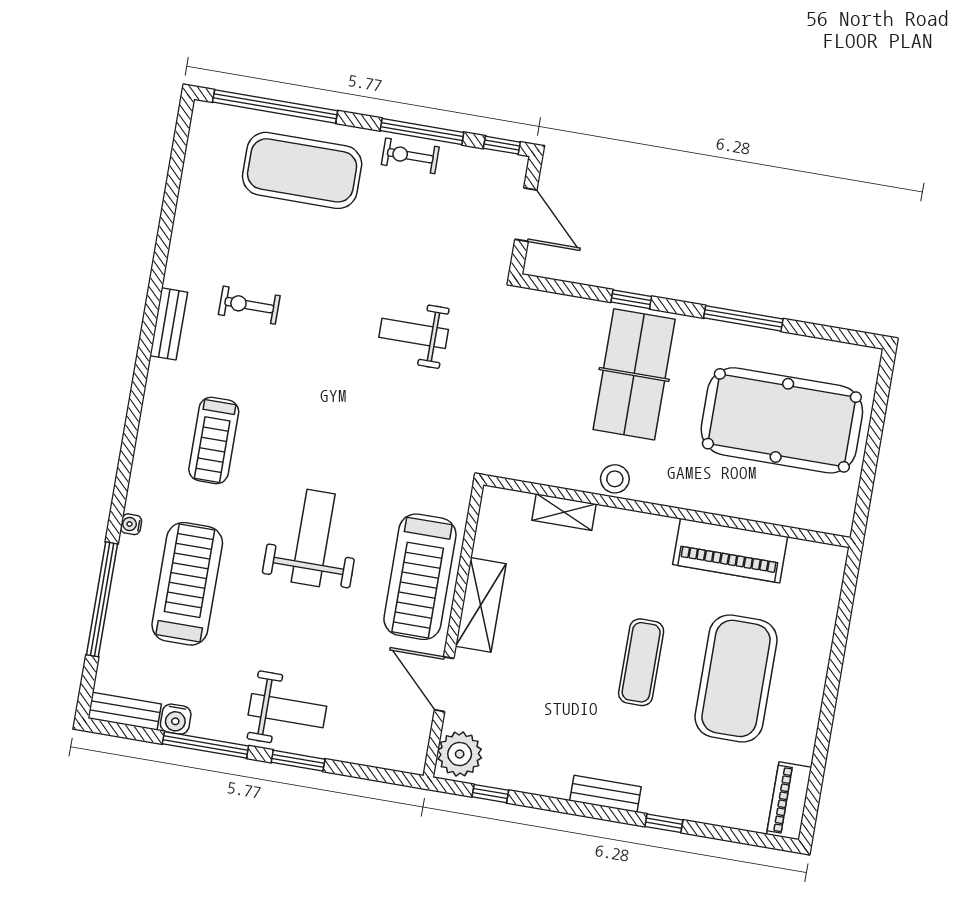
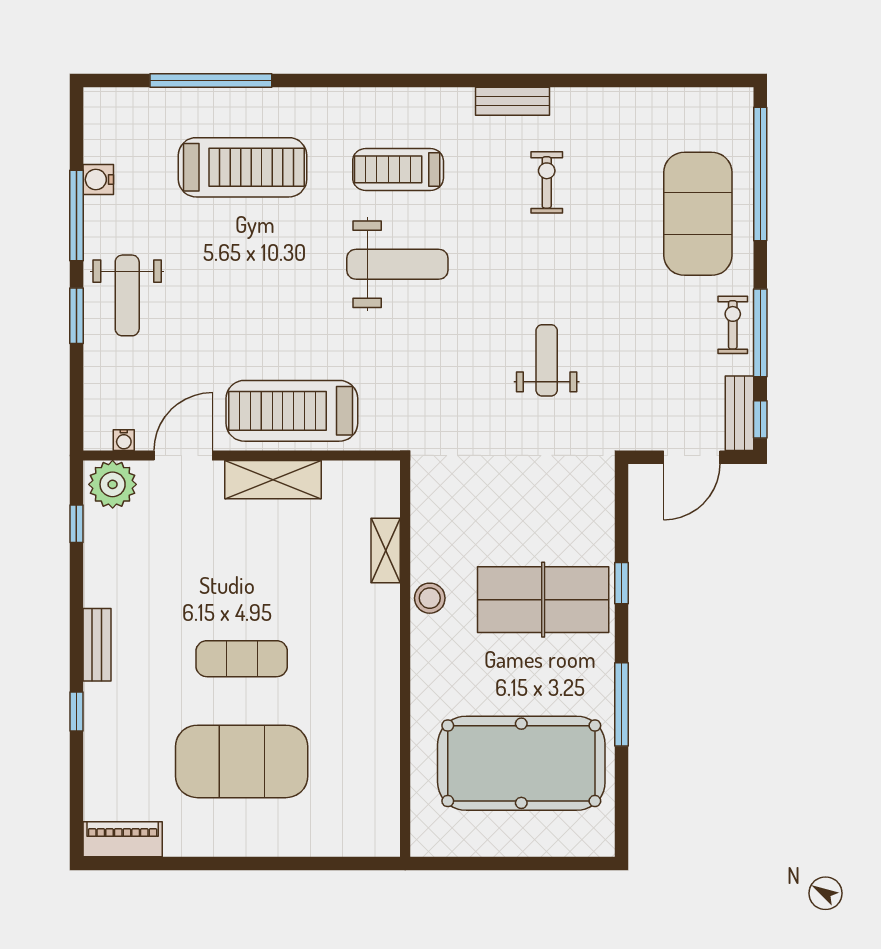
pool table: (782, 420) -> (521, 763), turned 90
water cooler: (131, 524) -> (124, 440), moved, turned 180
weight bench: (313, 538) -> (397, 264), moved
piano: (730, 551) -> (375, 732), removed
bench: (125, 711) -> (740, 413), moved

